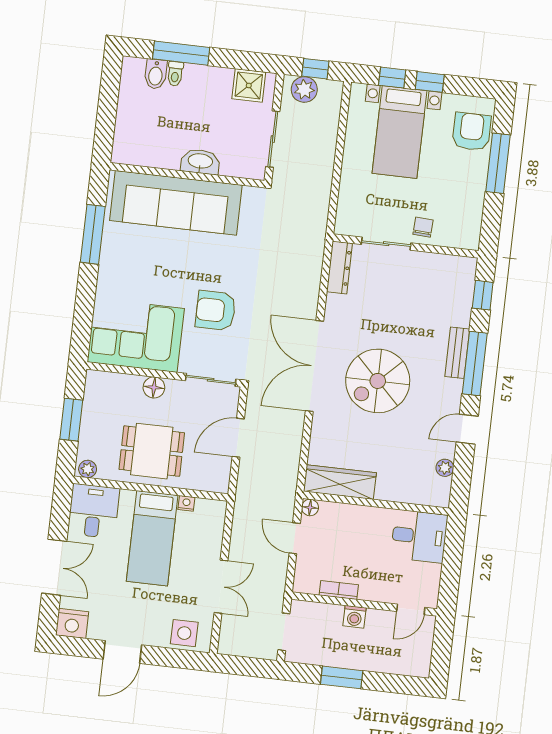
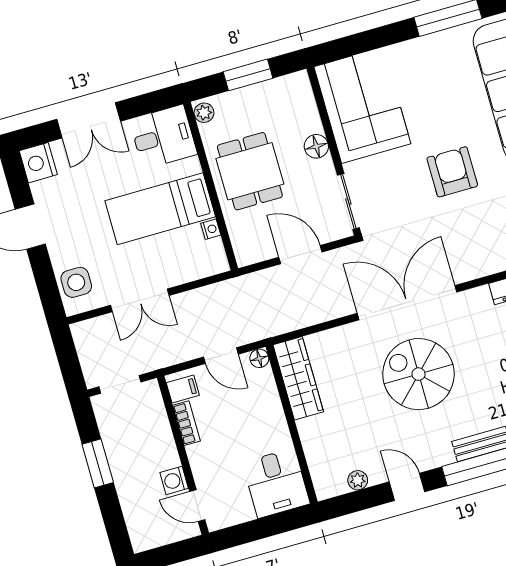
armchair: (216, 310) -> (452, 172), moved
door: (295, 538) -> (221, 356), swing flipped
filing cabinet: (309, 581) -> (183, 389), added
washing machine: (354, 617) -> (174, 480), moved

